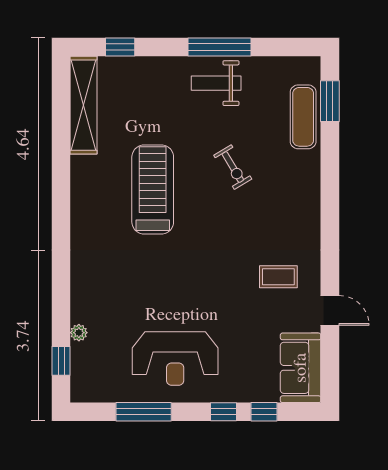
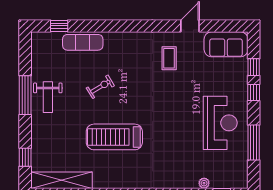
window: (330, 101) -> (59, 26), width x0.67
exercise mat: (303, 117) -> (83, 42), moved

